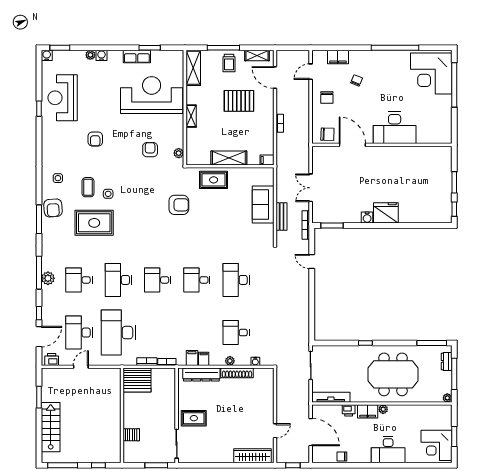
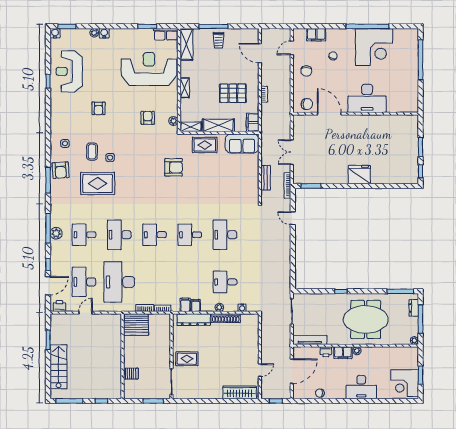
shelving: (257, 55) -> (191, 127), moved
row of seats: (137, 56) -> (166, 34), moved
corner desk: (431, 73) -> (374, 47), moved, turned -90
pallet: (239, 101) -> (233, 93), moved
filing cabinet: (267, 160) -> (253, 122), width x2.00
sofa: (263, 205) -> (242, 143), moved, turned -90
water cooler: (367, 218) -> (342, 179), removed
door: (311, 432) -> (292, 371), hinge flipped

